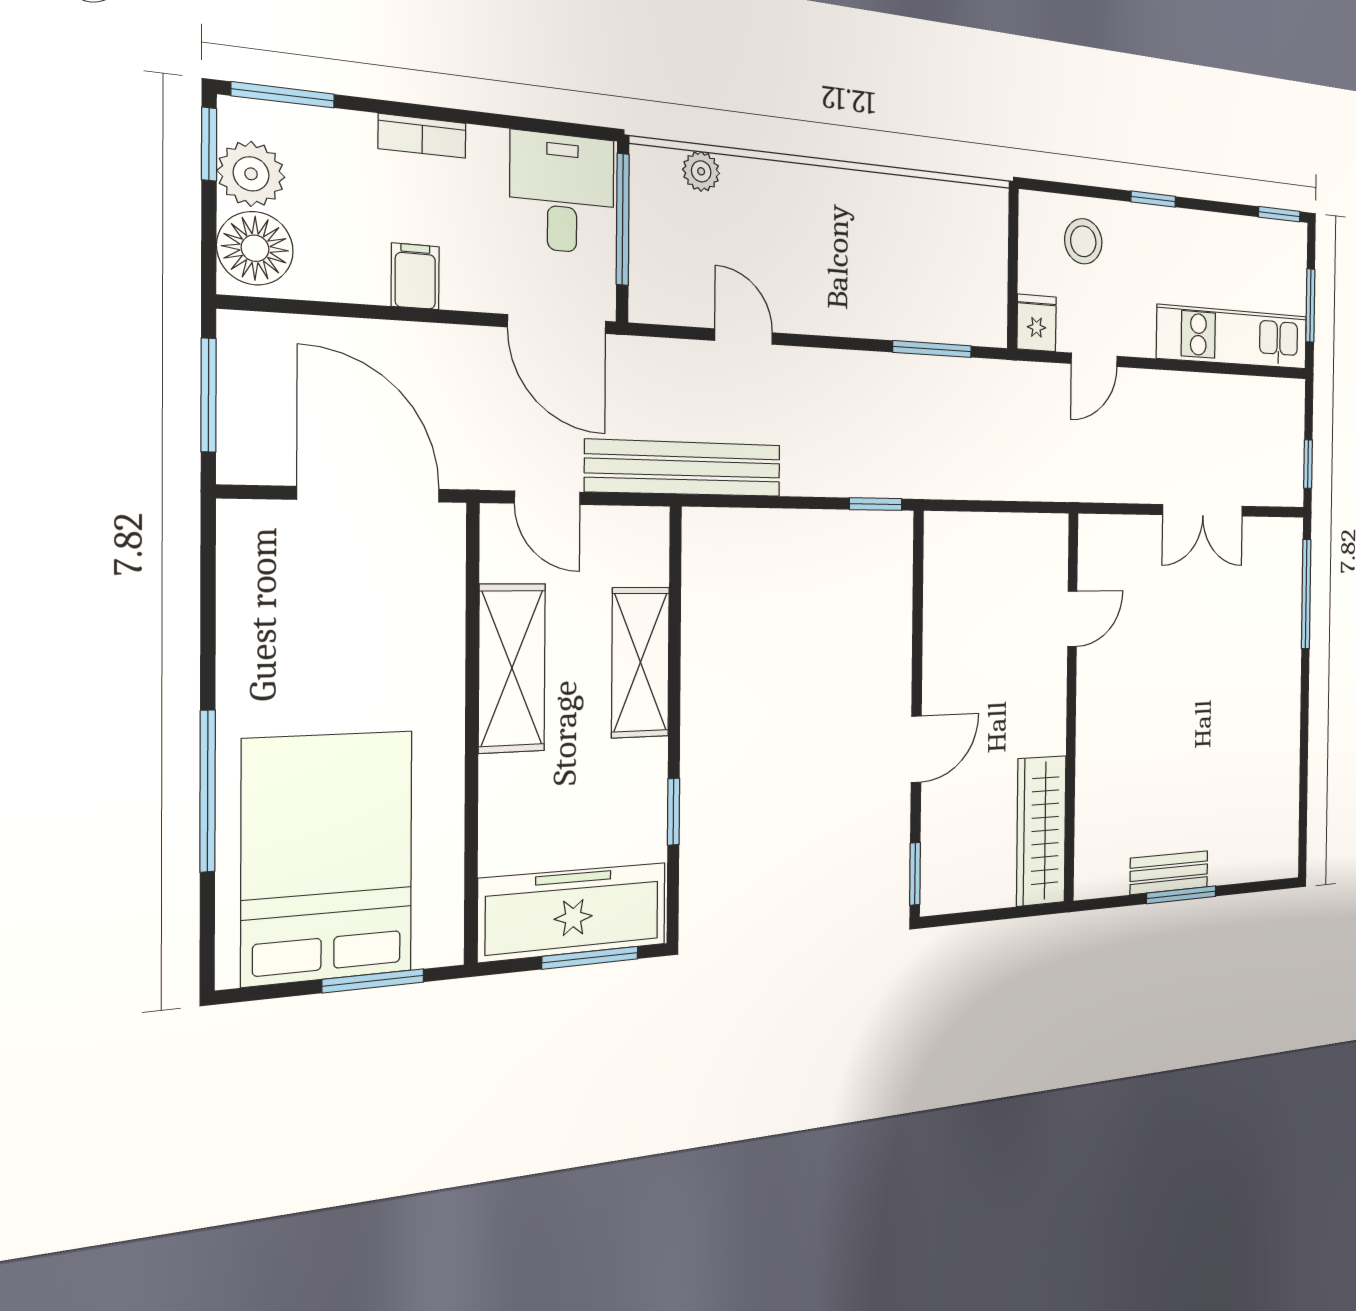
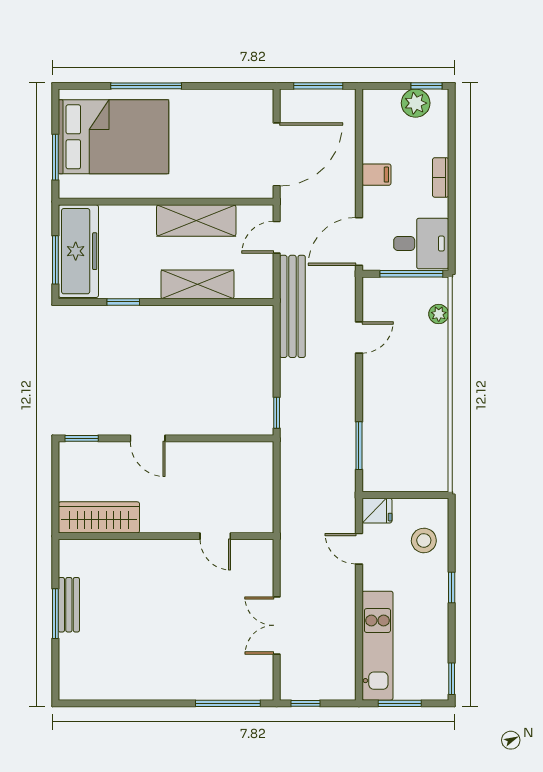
window: (283, 95) -> (452, 116), removed
floor lamp: (255, 248) -> (383, 105), removed

